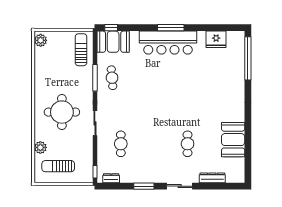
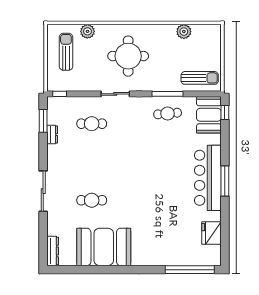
plant: (41, 40) -> (184, 32), moved
booth: (233, 140) -> (104, 247), width x1.36, depth x1.42
dresser: (111, 178) -> (52, 135), moved
dresser: (212, 178) -> (53, 251), moved
window: (144, 186) -> (43, 121), moved
sliding door: (180, 186) -> (43, 191), width x1.37

